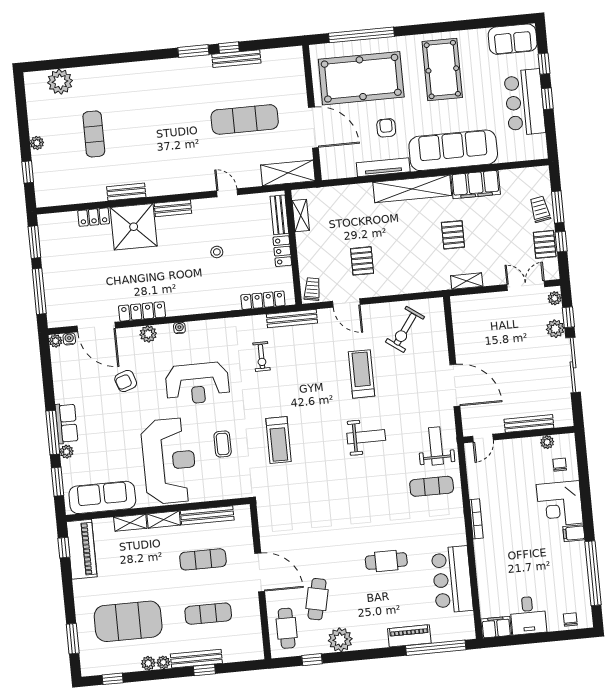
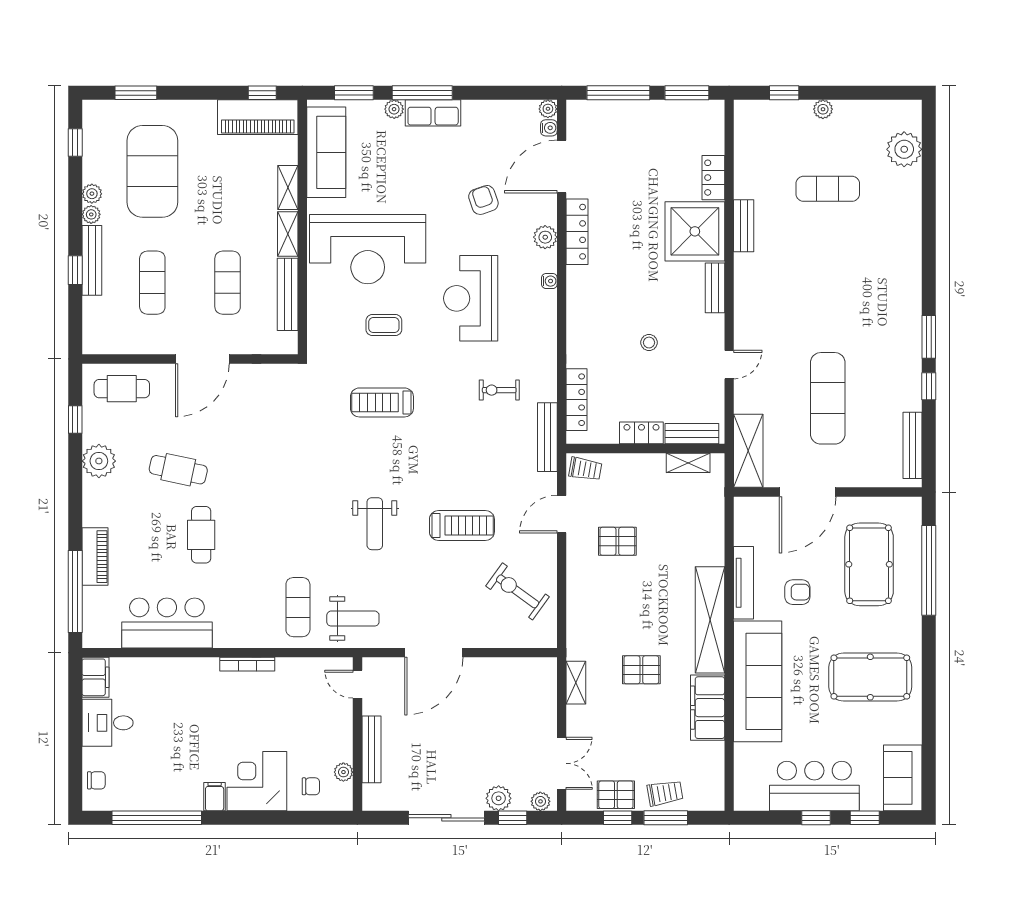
bench: (236, 59) -> (913, 445), moved
pool table: (361, 78) -> (869, 564), width x0.73, depth x0.76
cafe table: (317, 599) -> (178, 470), moved

